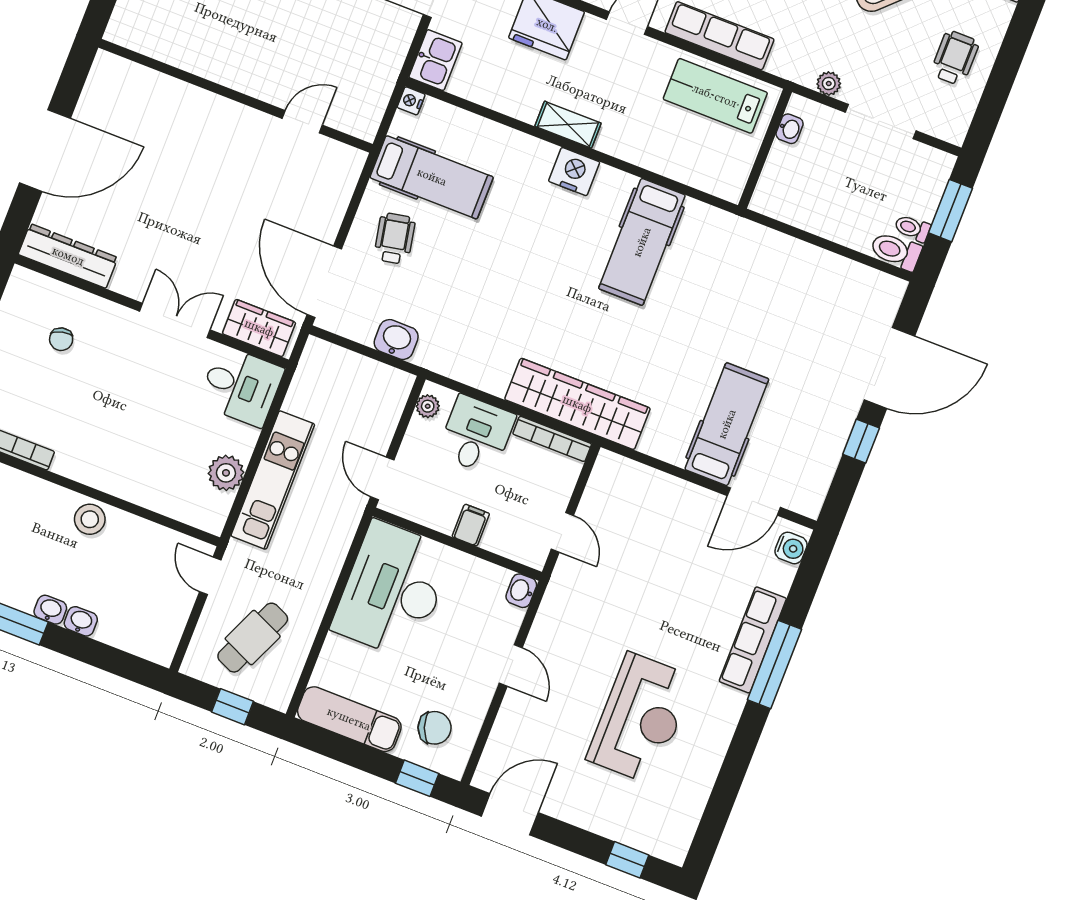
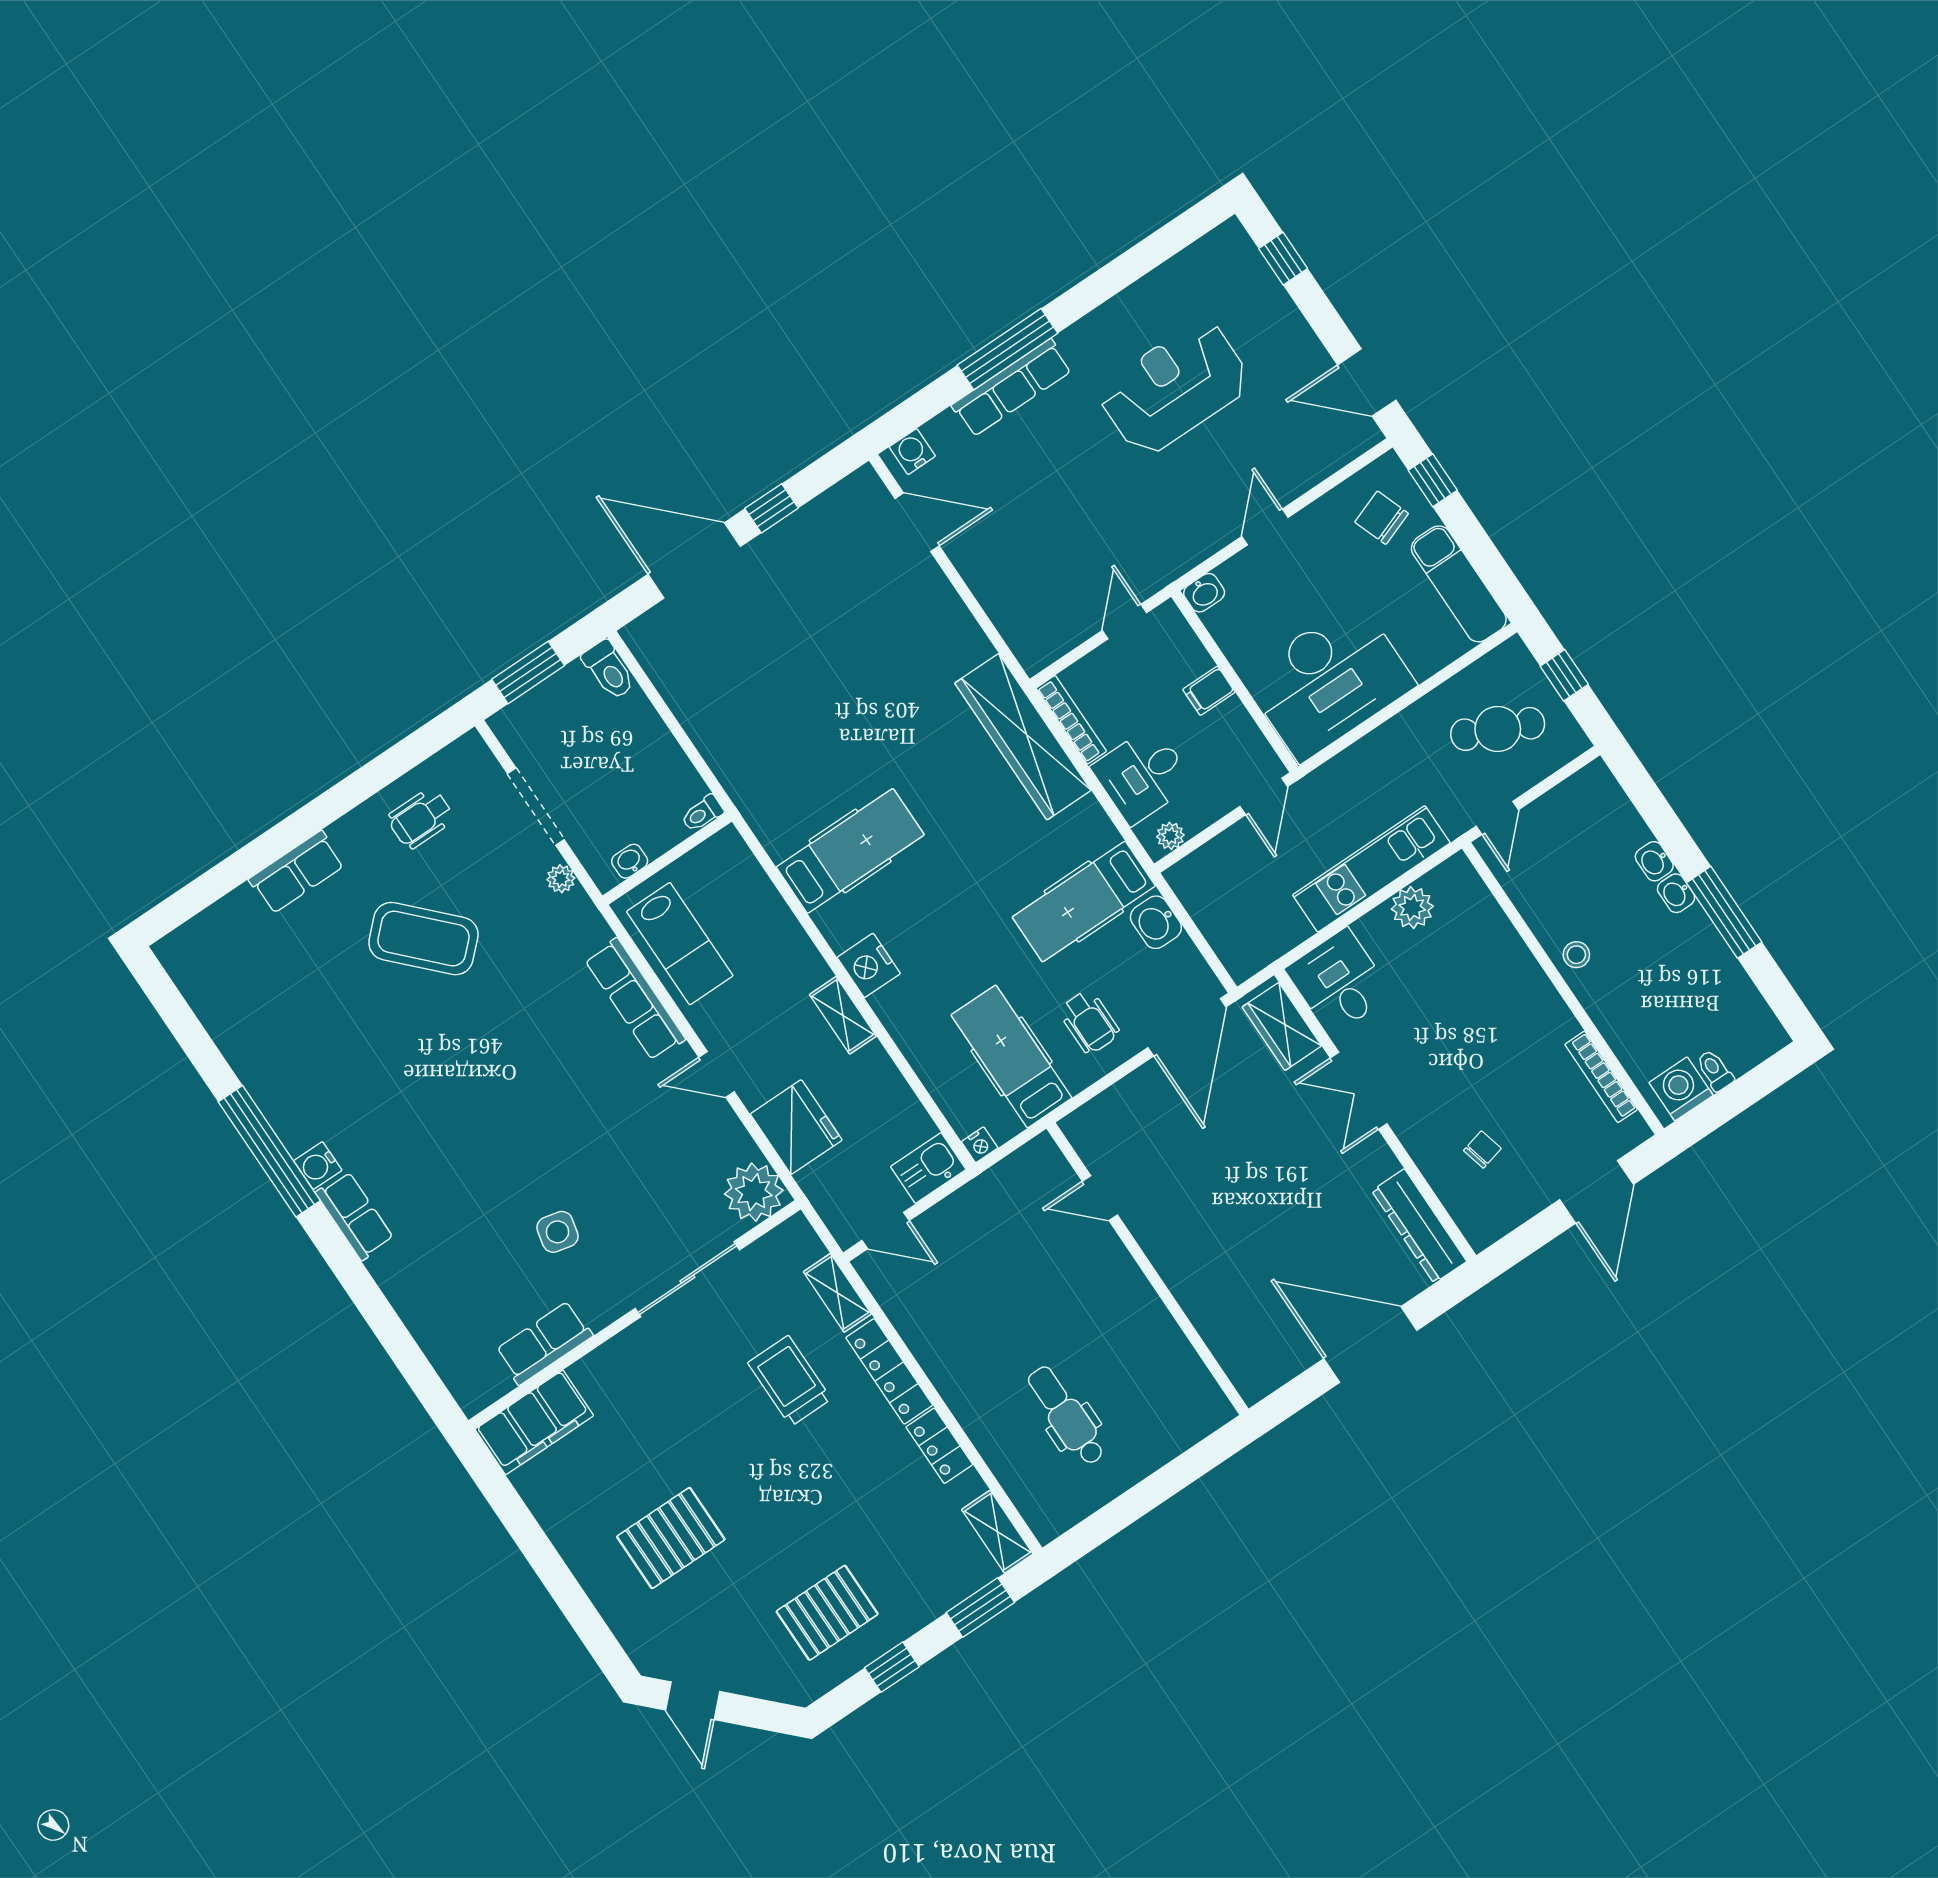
toilet: (912, 228) -> (702, 813), moved, turned 90
wheelchair: (394, 239) -> (1089, 1022), turned -79
hospital bed: (727, 424) -> (1084, 901), moved
stool: (90, 519) -> (1576, 955), width x0.73, depth x0.73

